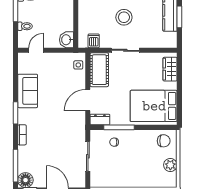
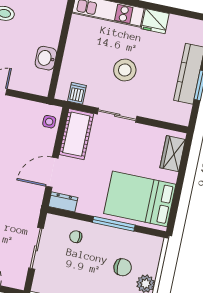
washbasin: (66, 40) -> (46, 58), moved
window: (119, 127) -> (114, 224), moved
chair: (164, 141) -> (123, 267), moved

